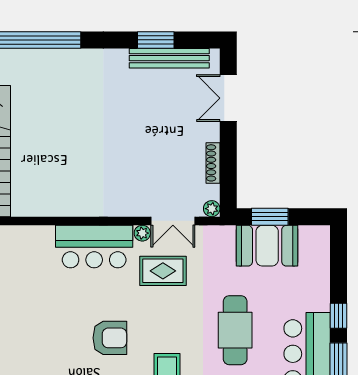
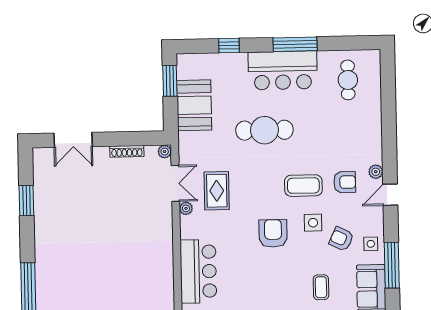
bench: (169, 58) -> (41, 189), removed
window: (270, 217) -> (170, 81), moved
bar counter: (94, 247) -> (198, 271), moved
window: (338, 316) -> (229, 46), moved

